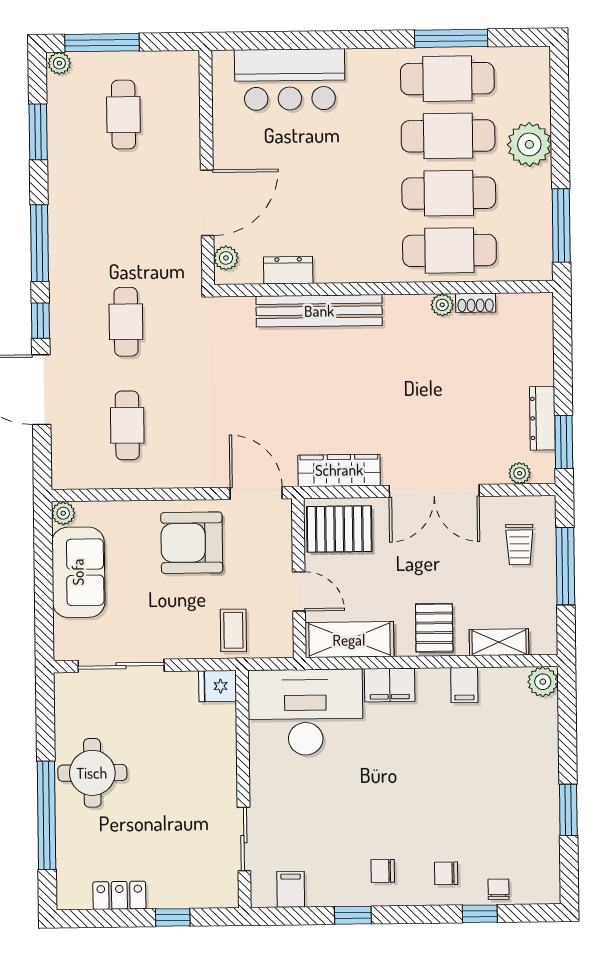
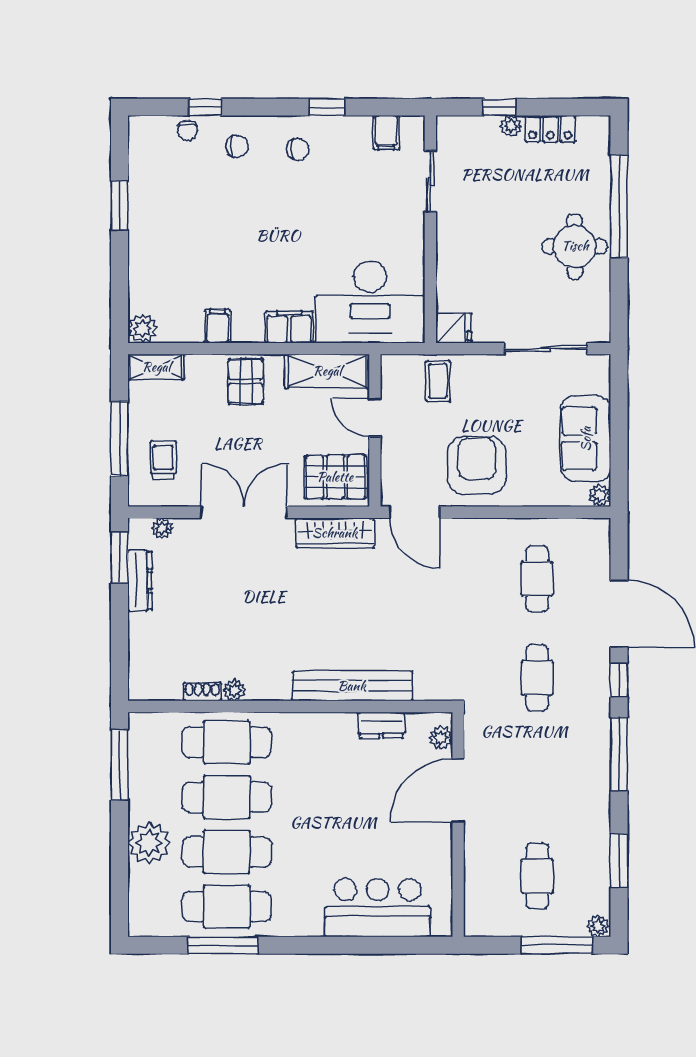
armchair: (192, 543) -> (477, 466), turned -90
shelving: (499, 642) -> (156, 367), moved
plant: (160, 898) -> (511, 126), added

